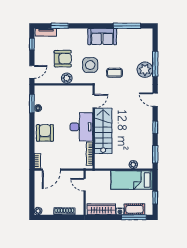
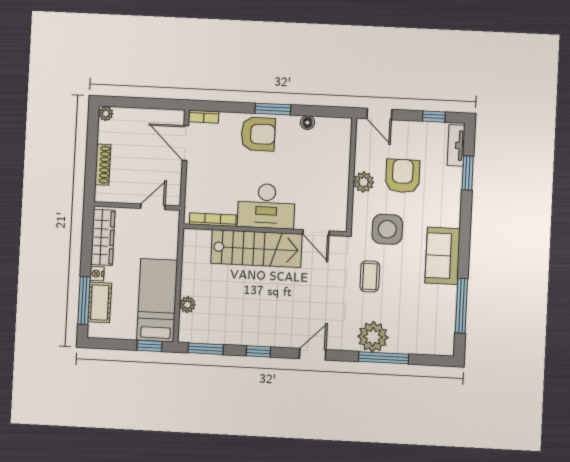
armchair: (63, 59) -> (403, 176), turned 180
window: (32, 104) -> (273, 109), moved
window: (155, 198) -> (149, 346), moved

